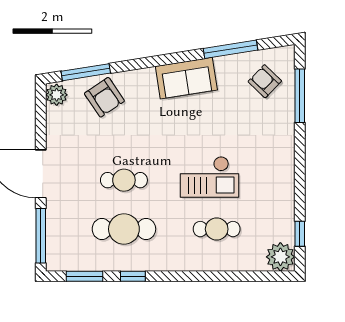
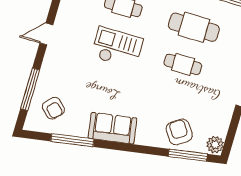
door: (300, 168) -> (46, 34), added

